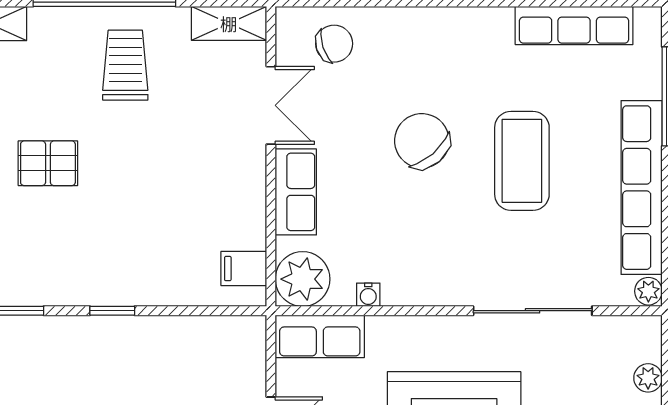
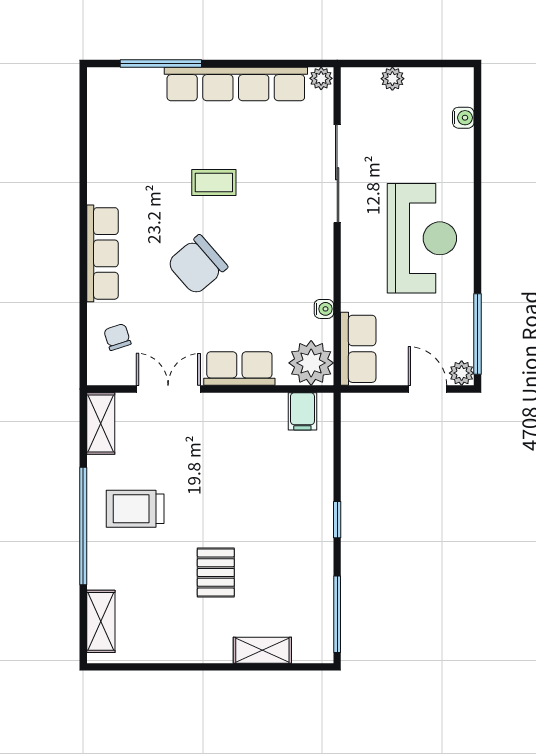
row of seats: (574, 26) -> (102, 253), moved
chair: (334, 44) -> (117, 337), width x0.73, depth x0.73
coffee table: (522, 161) -> (214, 182), width x0.54, depth x0.58

